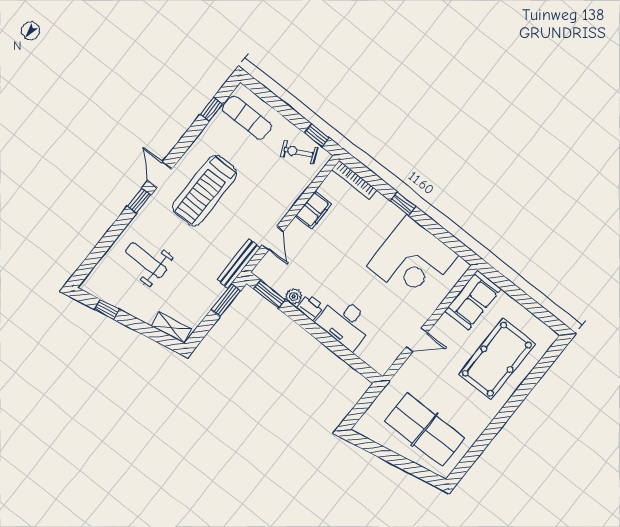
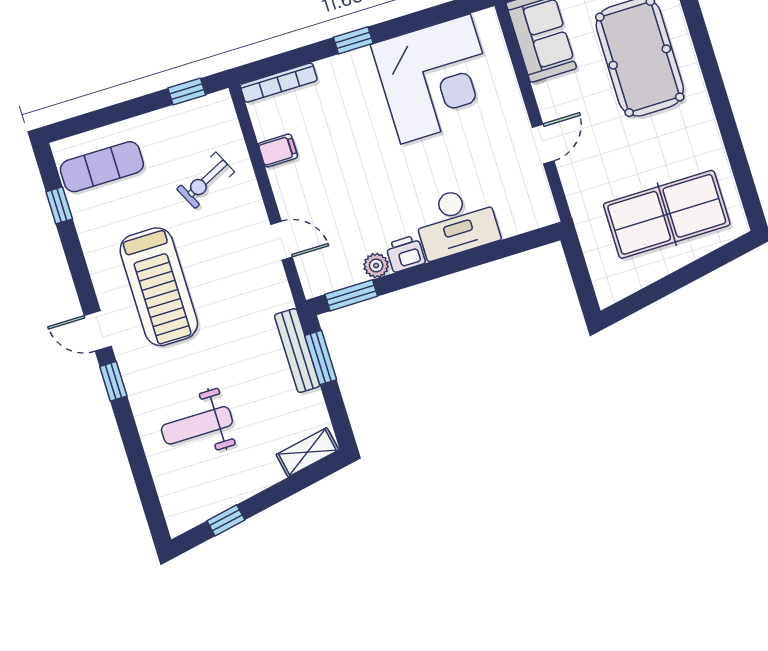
exercise bike: (299, 152) -> (206, 180), moved
filing cabinet: (313, 210) -> (278, 151), width x0.50
bench: (238, 264) -> (297, 350), moved

